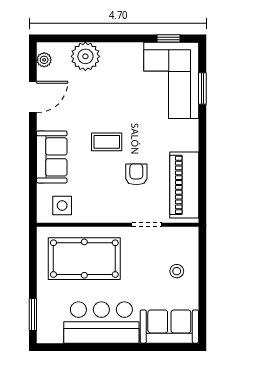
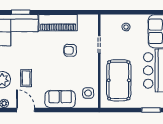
coffee table: (107, 142) -> (26, 78), moved
piano: (184, 185) -> (58, 23), moved

